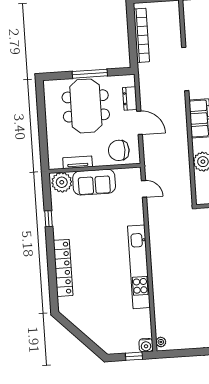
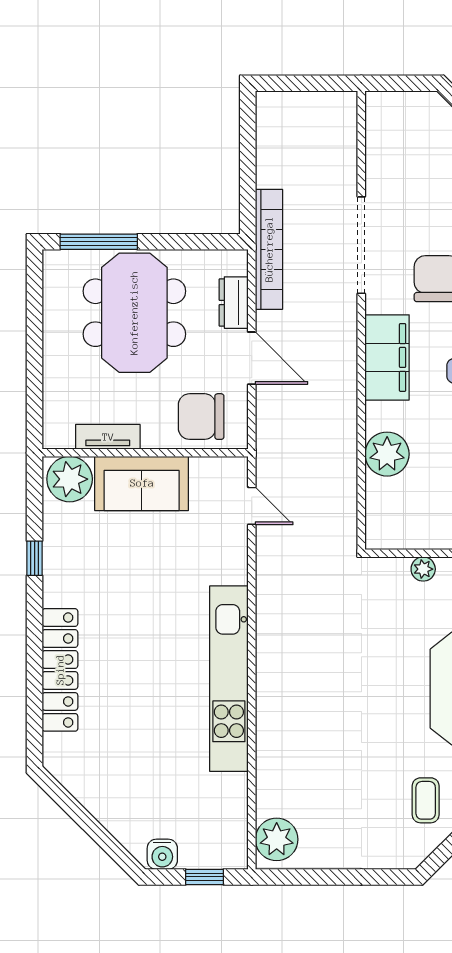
bookcase: (142, 35) -> (269, 249), moved
window: (90, 74) -> (99, 242), moved
plant: (161, 342) -> (277, 839), width x1.88, depth x1.88
water cooler: (146, 345) -> (162, 854), moved

